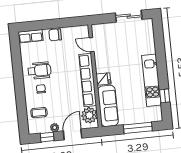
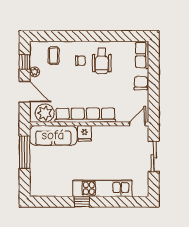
sliding door: (129, 16) -> (154, 156), moved
door: (92, 45) -> (137, 124), moved
kitchen unit: (151, 80) -> (102, 188), moved
window: (165, 96) -> (82, 202), moved
window: (138, 128) -> (25, 152), moved

